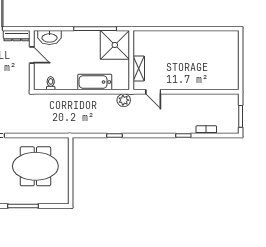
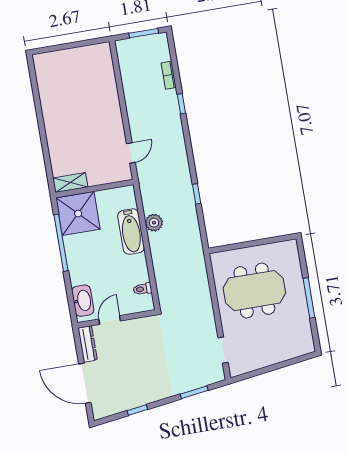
shelving: (139, 69) -> (70, 183), moved
plant: (124, 100) -> (154, 223), moved
meeting table: (35, 166) -> (254, 291), turned 90

